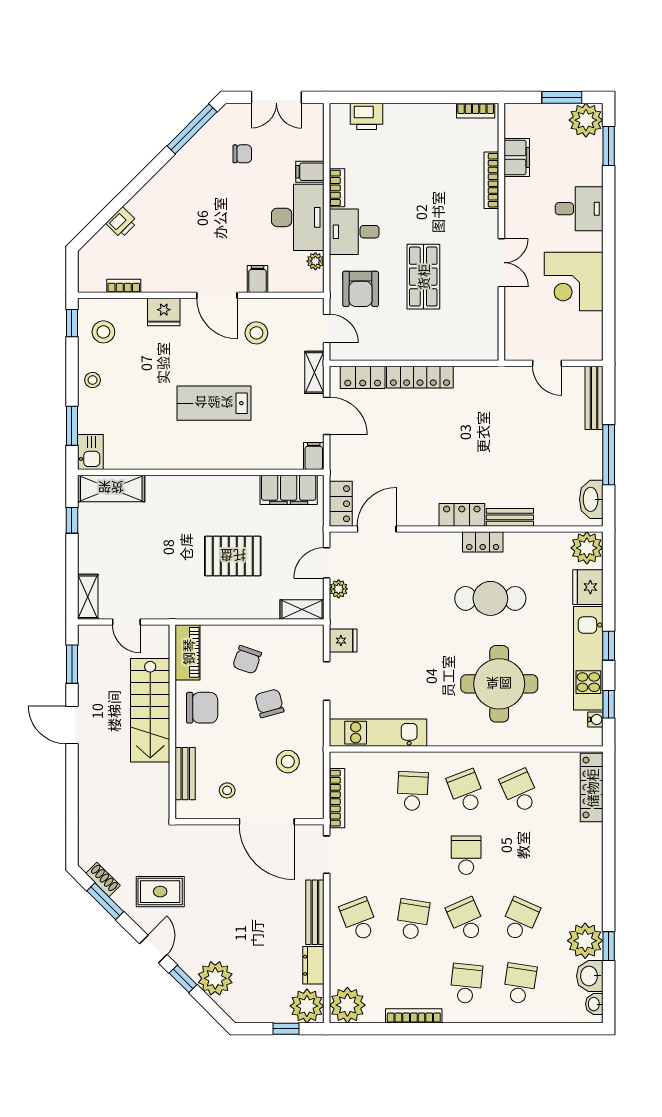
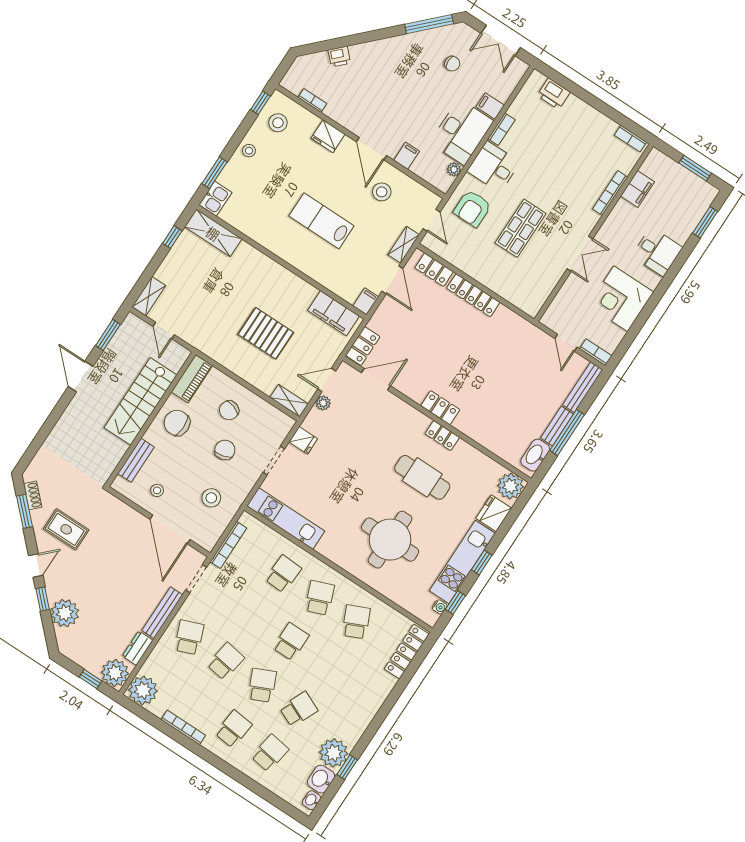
plant: (586, 120) -> (701, 194), removed
bookcase: (584, 353) -> (596, 352), added
bench: (510, 517) -> (557, 426), moved, turned 90
chair: (202, 708) -> (177, 423), turned 180

